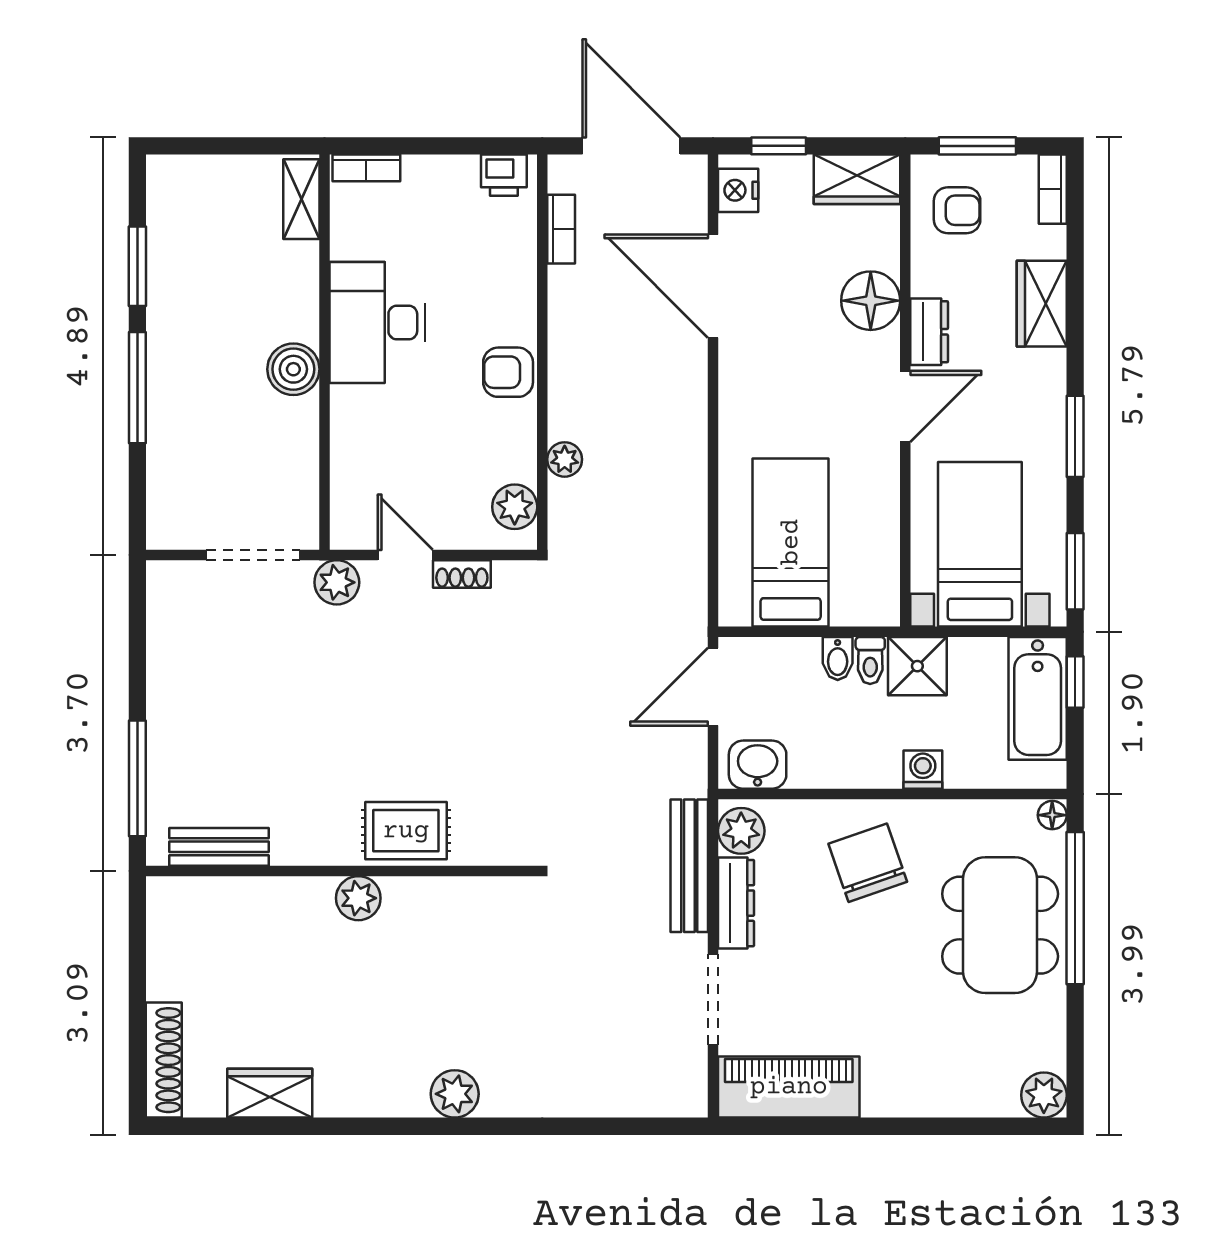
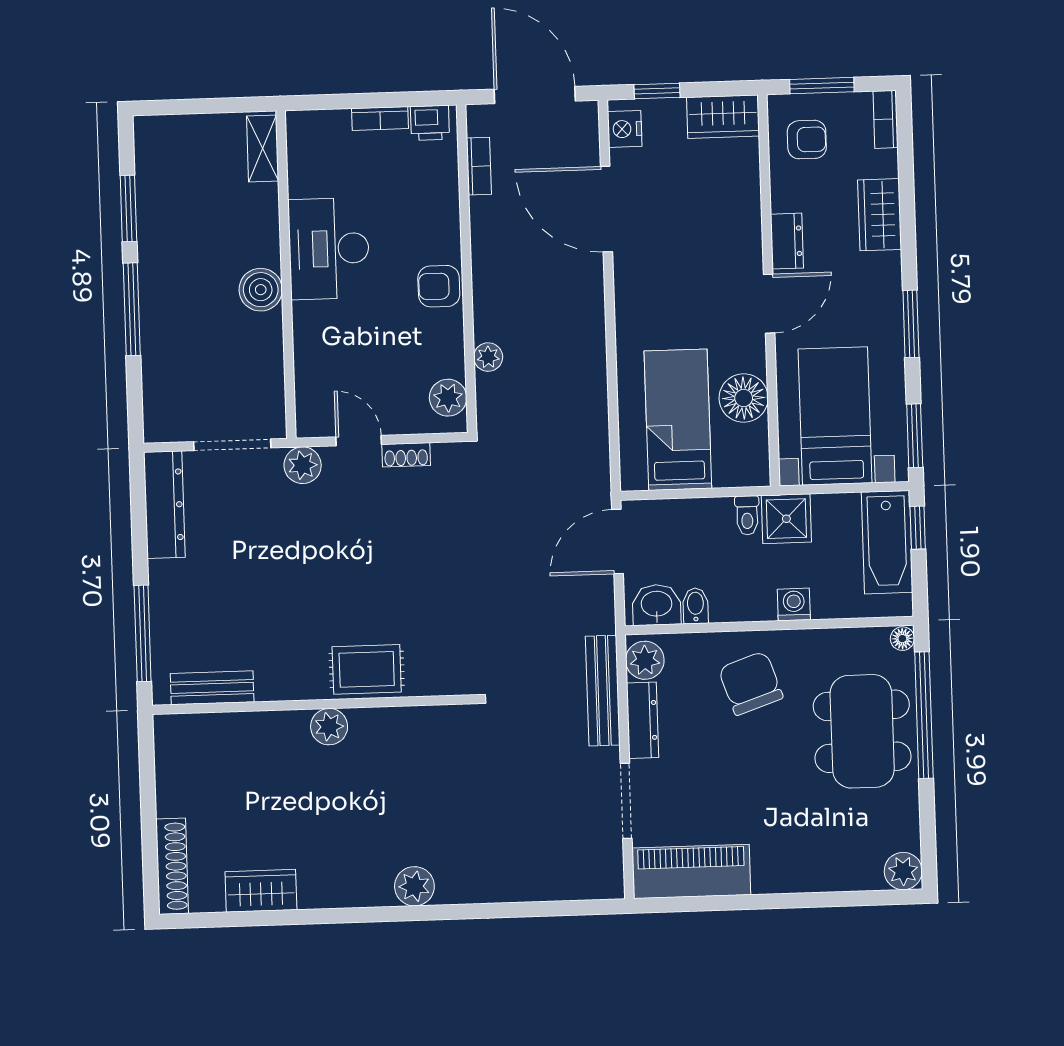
bookcase: (366, 168) -> (380, 118), moved
floor lamp: (871, 301) -> (744, 398), moved
dresser: (169, 624) -> (164, 505), added
bidet: (838, 659) -> (695, 606), moved, turned 180

